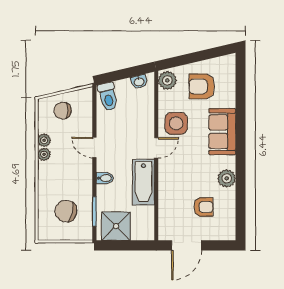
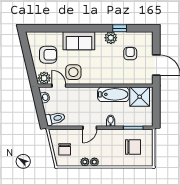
armchair: (202, 86) -> (48, 55), turned -90
door: (156, 148) -> (59, 86), moved
window: (241, 192) -> (120, 28), added
chair: (66, 211) -> (133, 147), turned -103
shower: (116, 226) -> (140, 97), moved

